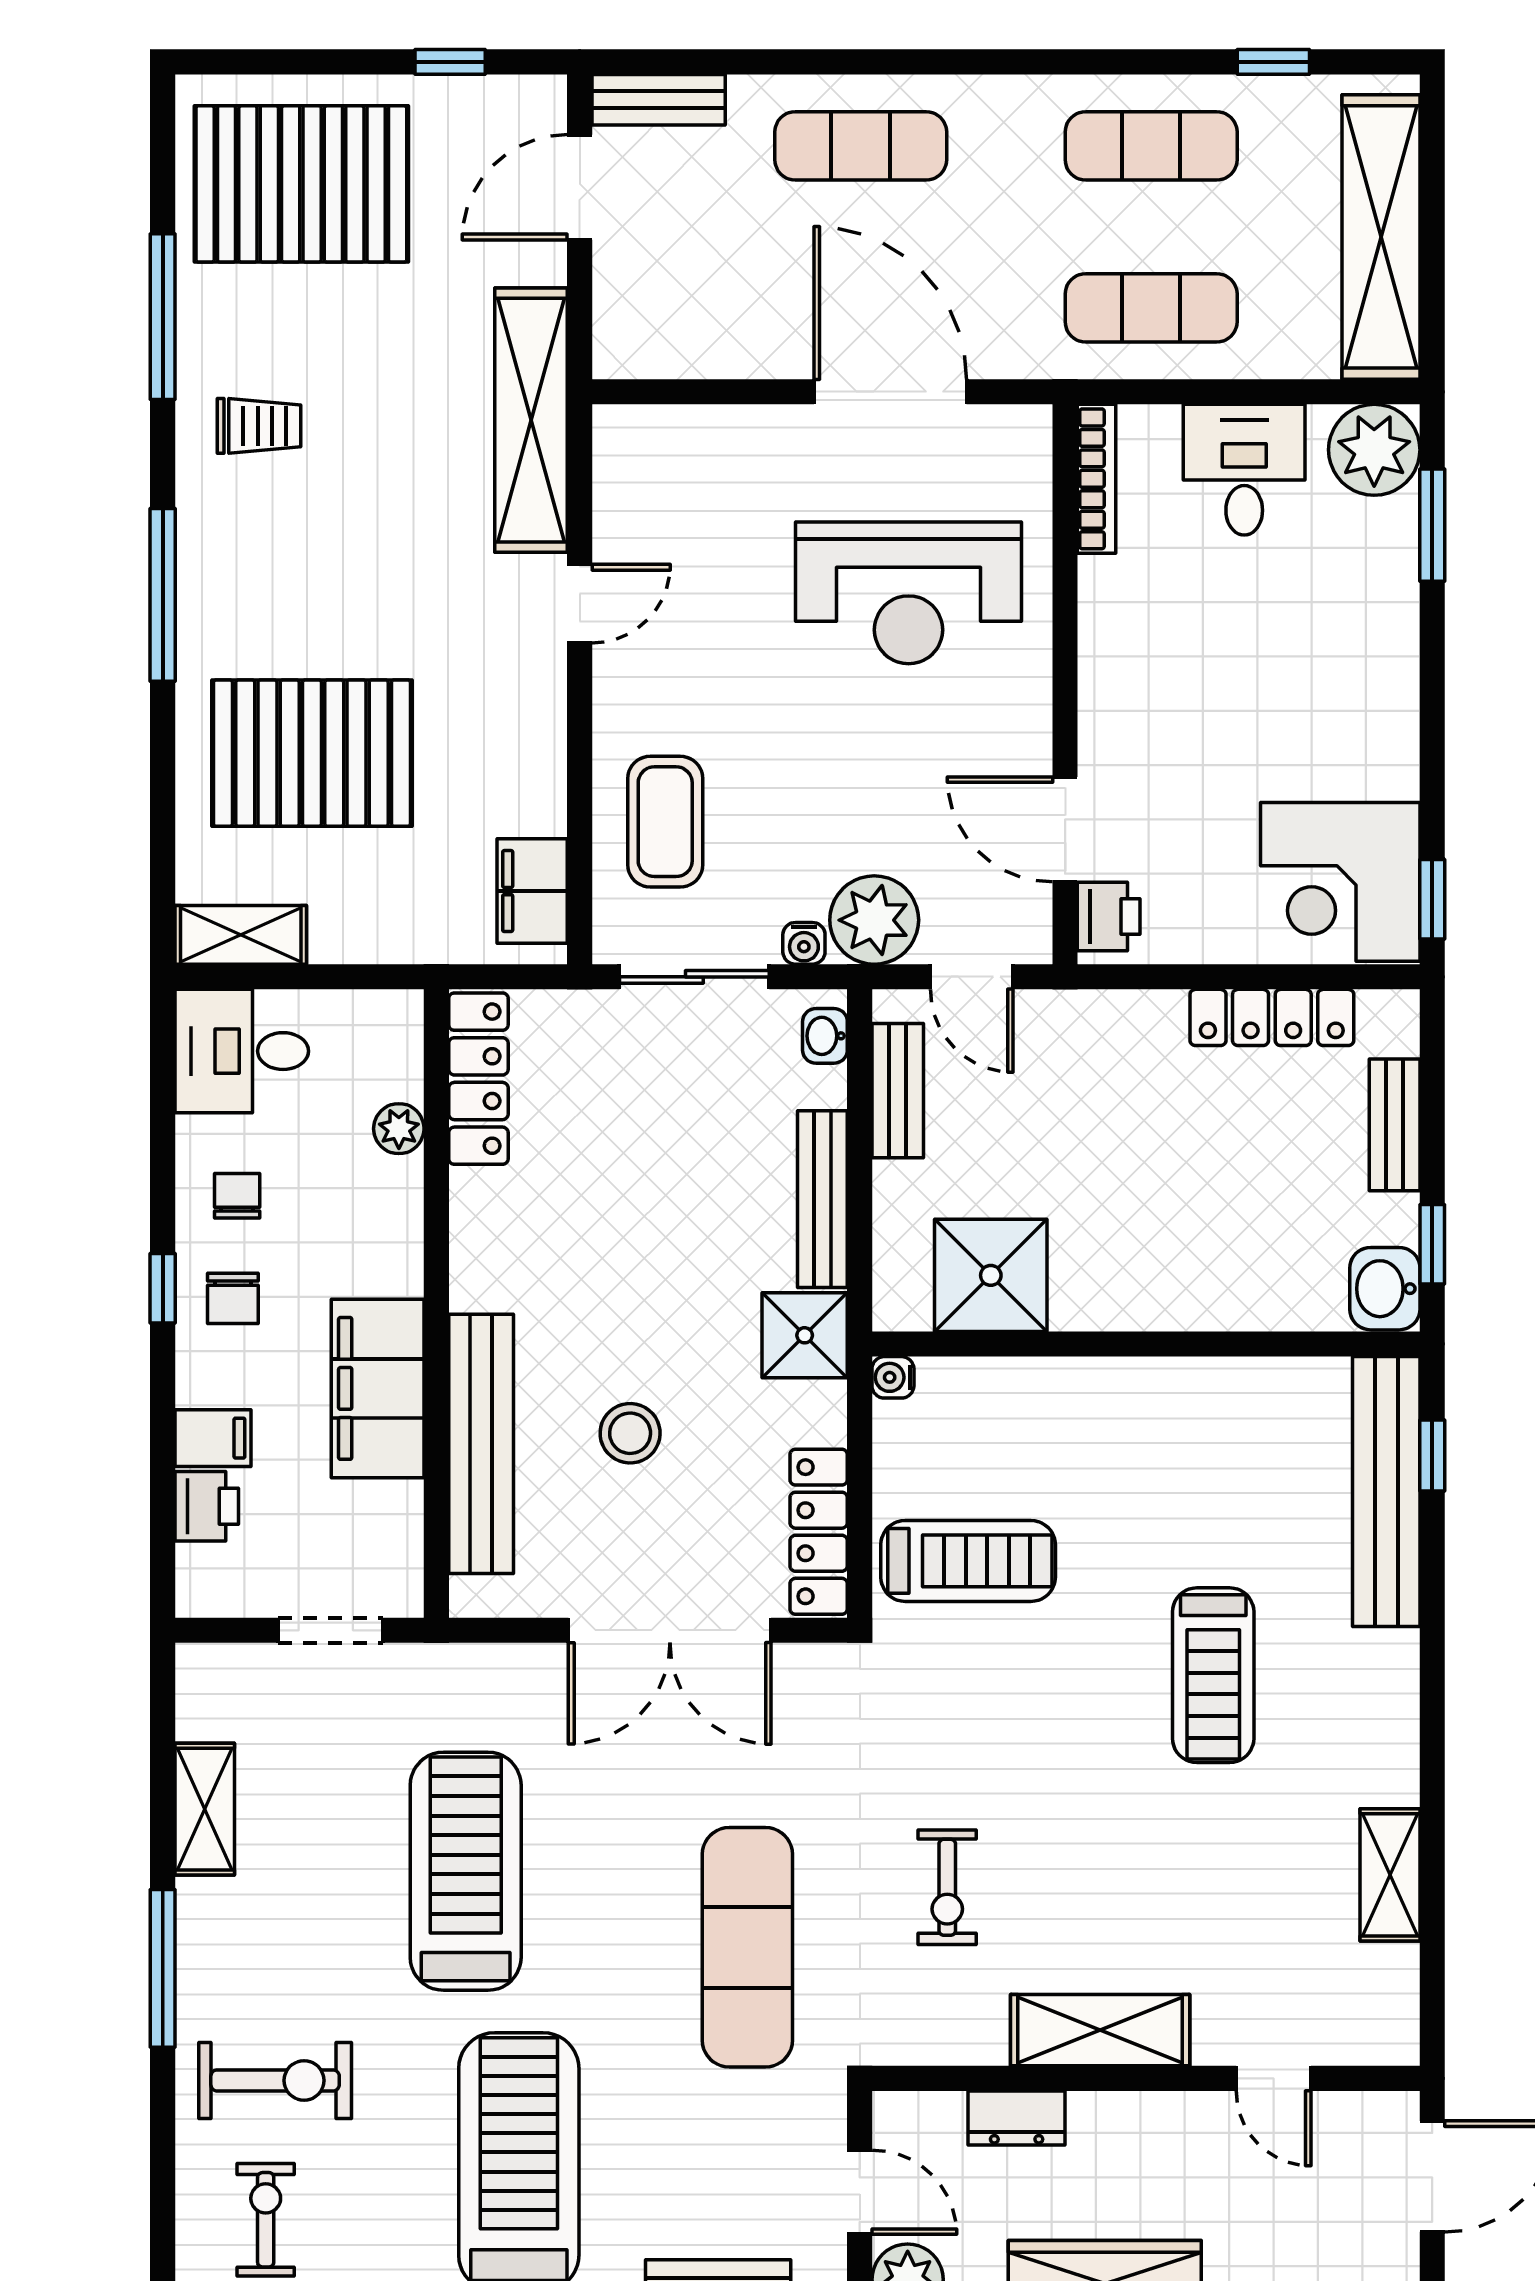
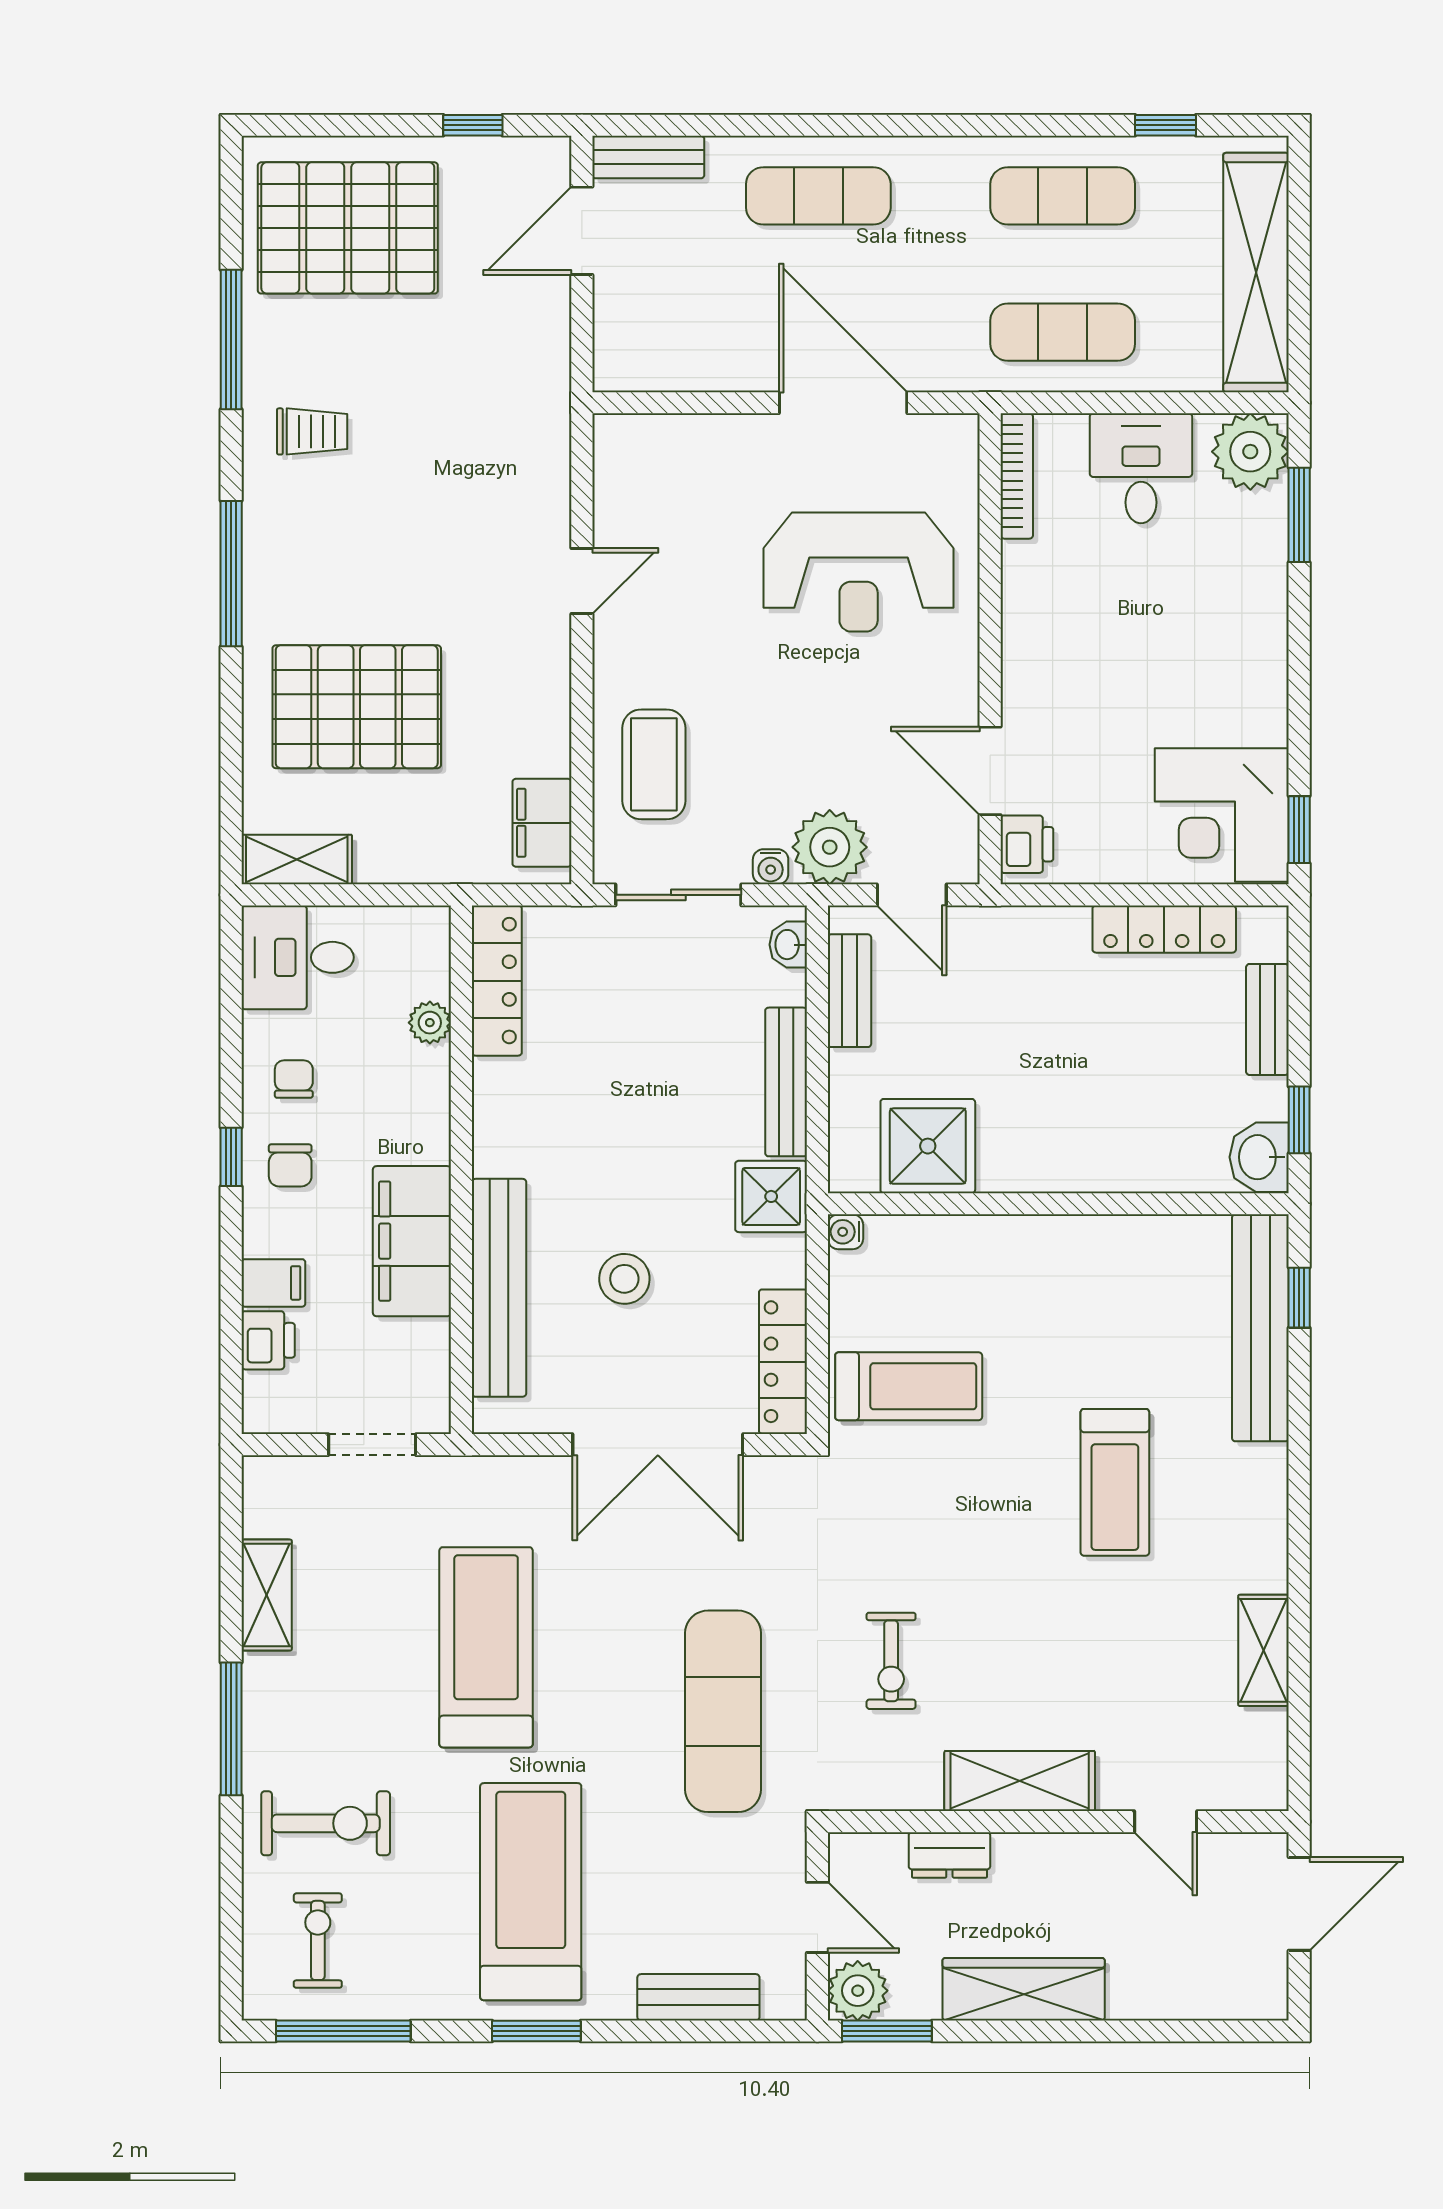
shelving: (531, 420) -> (541, 427), removed

